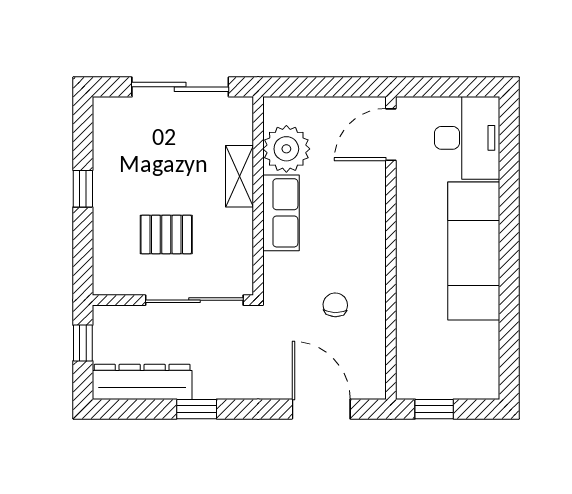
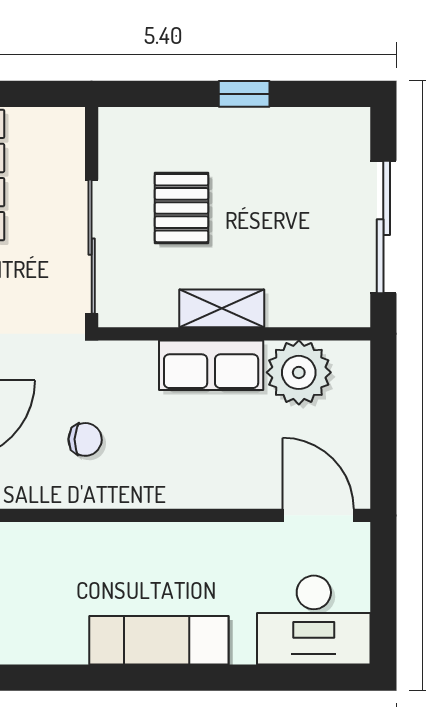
shelving: (239, 176) -> (222, 308), moved
exam couch: (474, 251) -> (159, 640), width x0.73, depth x0.69
window: (83, 343) -> (33, 94), removed

